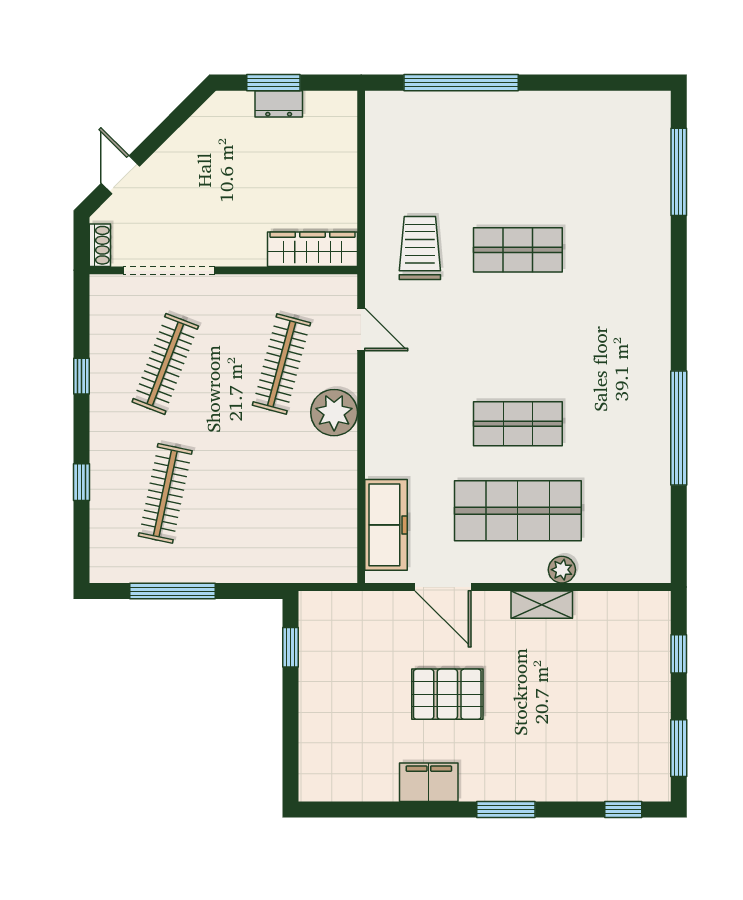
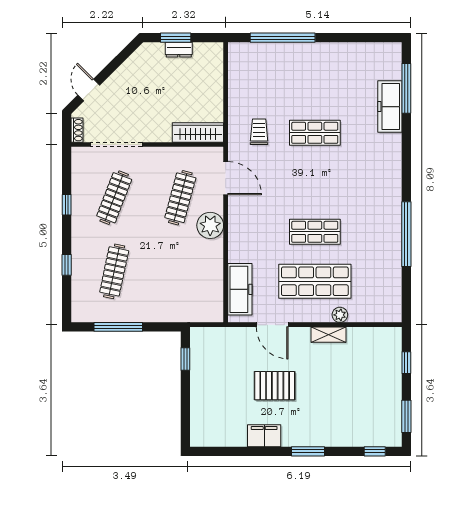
freezer: (650, 204) -> (390, 107), added
trolley: (420, 248) -> (259, 132), width x0.73, depth x0.72
door: (361, 330) -> (226, 178), width x1.38

